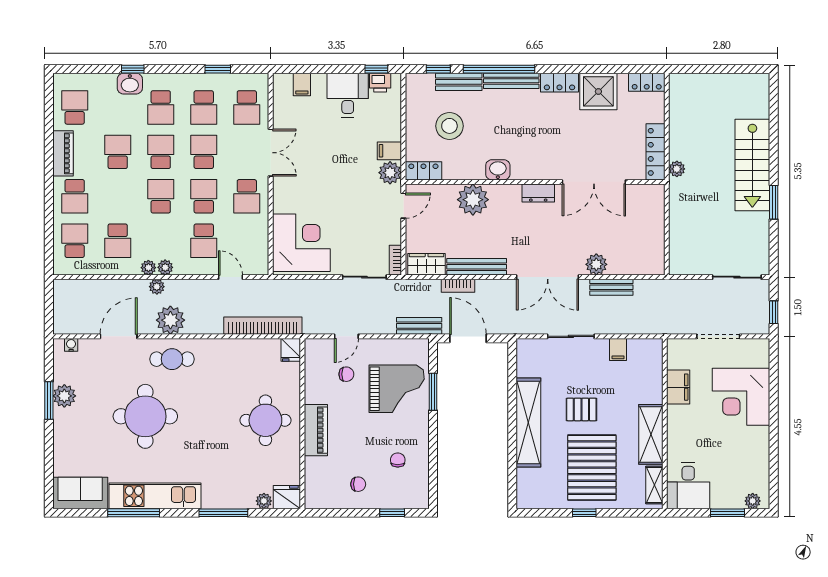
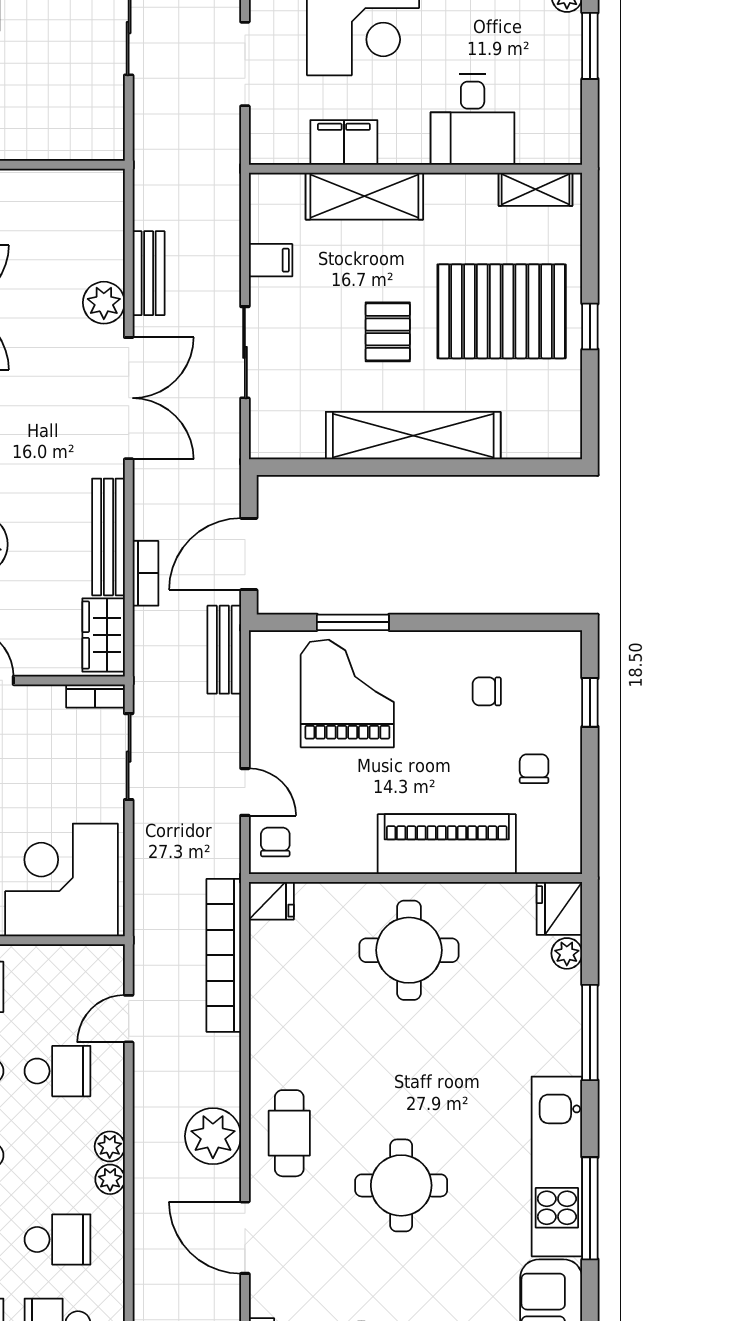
plant: (157, 287) -> (148, 1163), removed
chair: (346, 374) -> (275, 842), moved
round table: (145, 416) -> (401, 1185), width x0.73, depth x0.73
piano: (316, 430) -> (447, 844), width x1.37, depth x1.33
shelving: (651, 434) -> (364, 196), moved
desk: (688, 486) -> (473, 120), moved, turned 90

